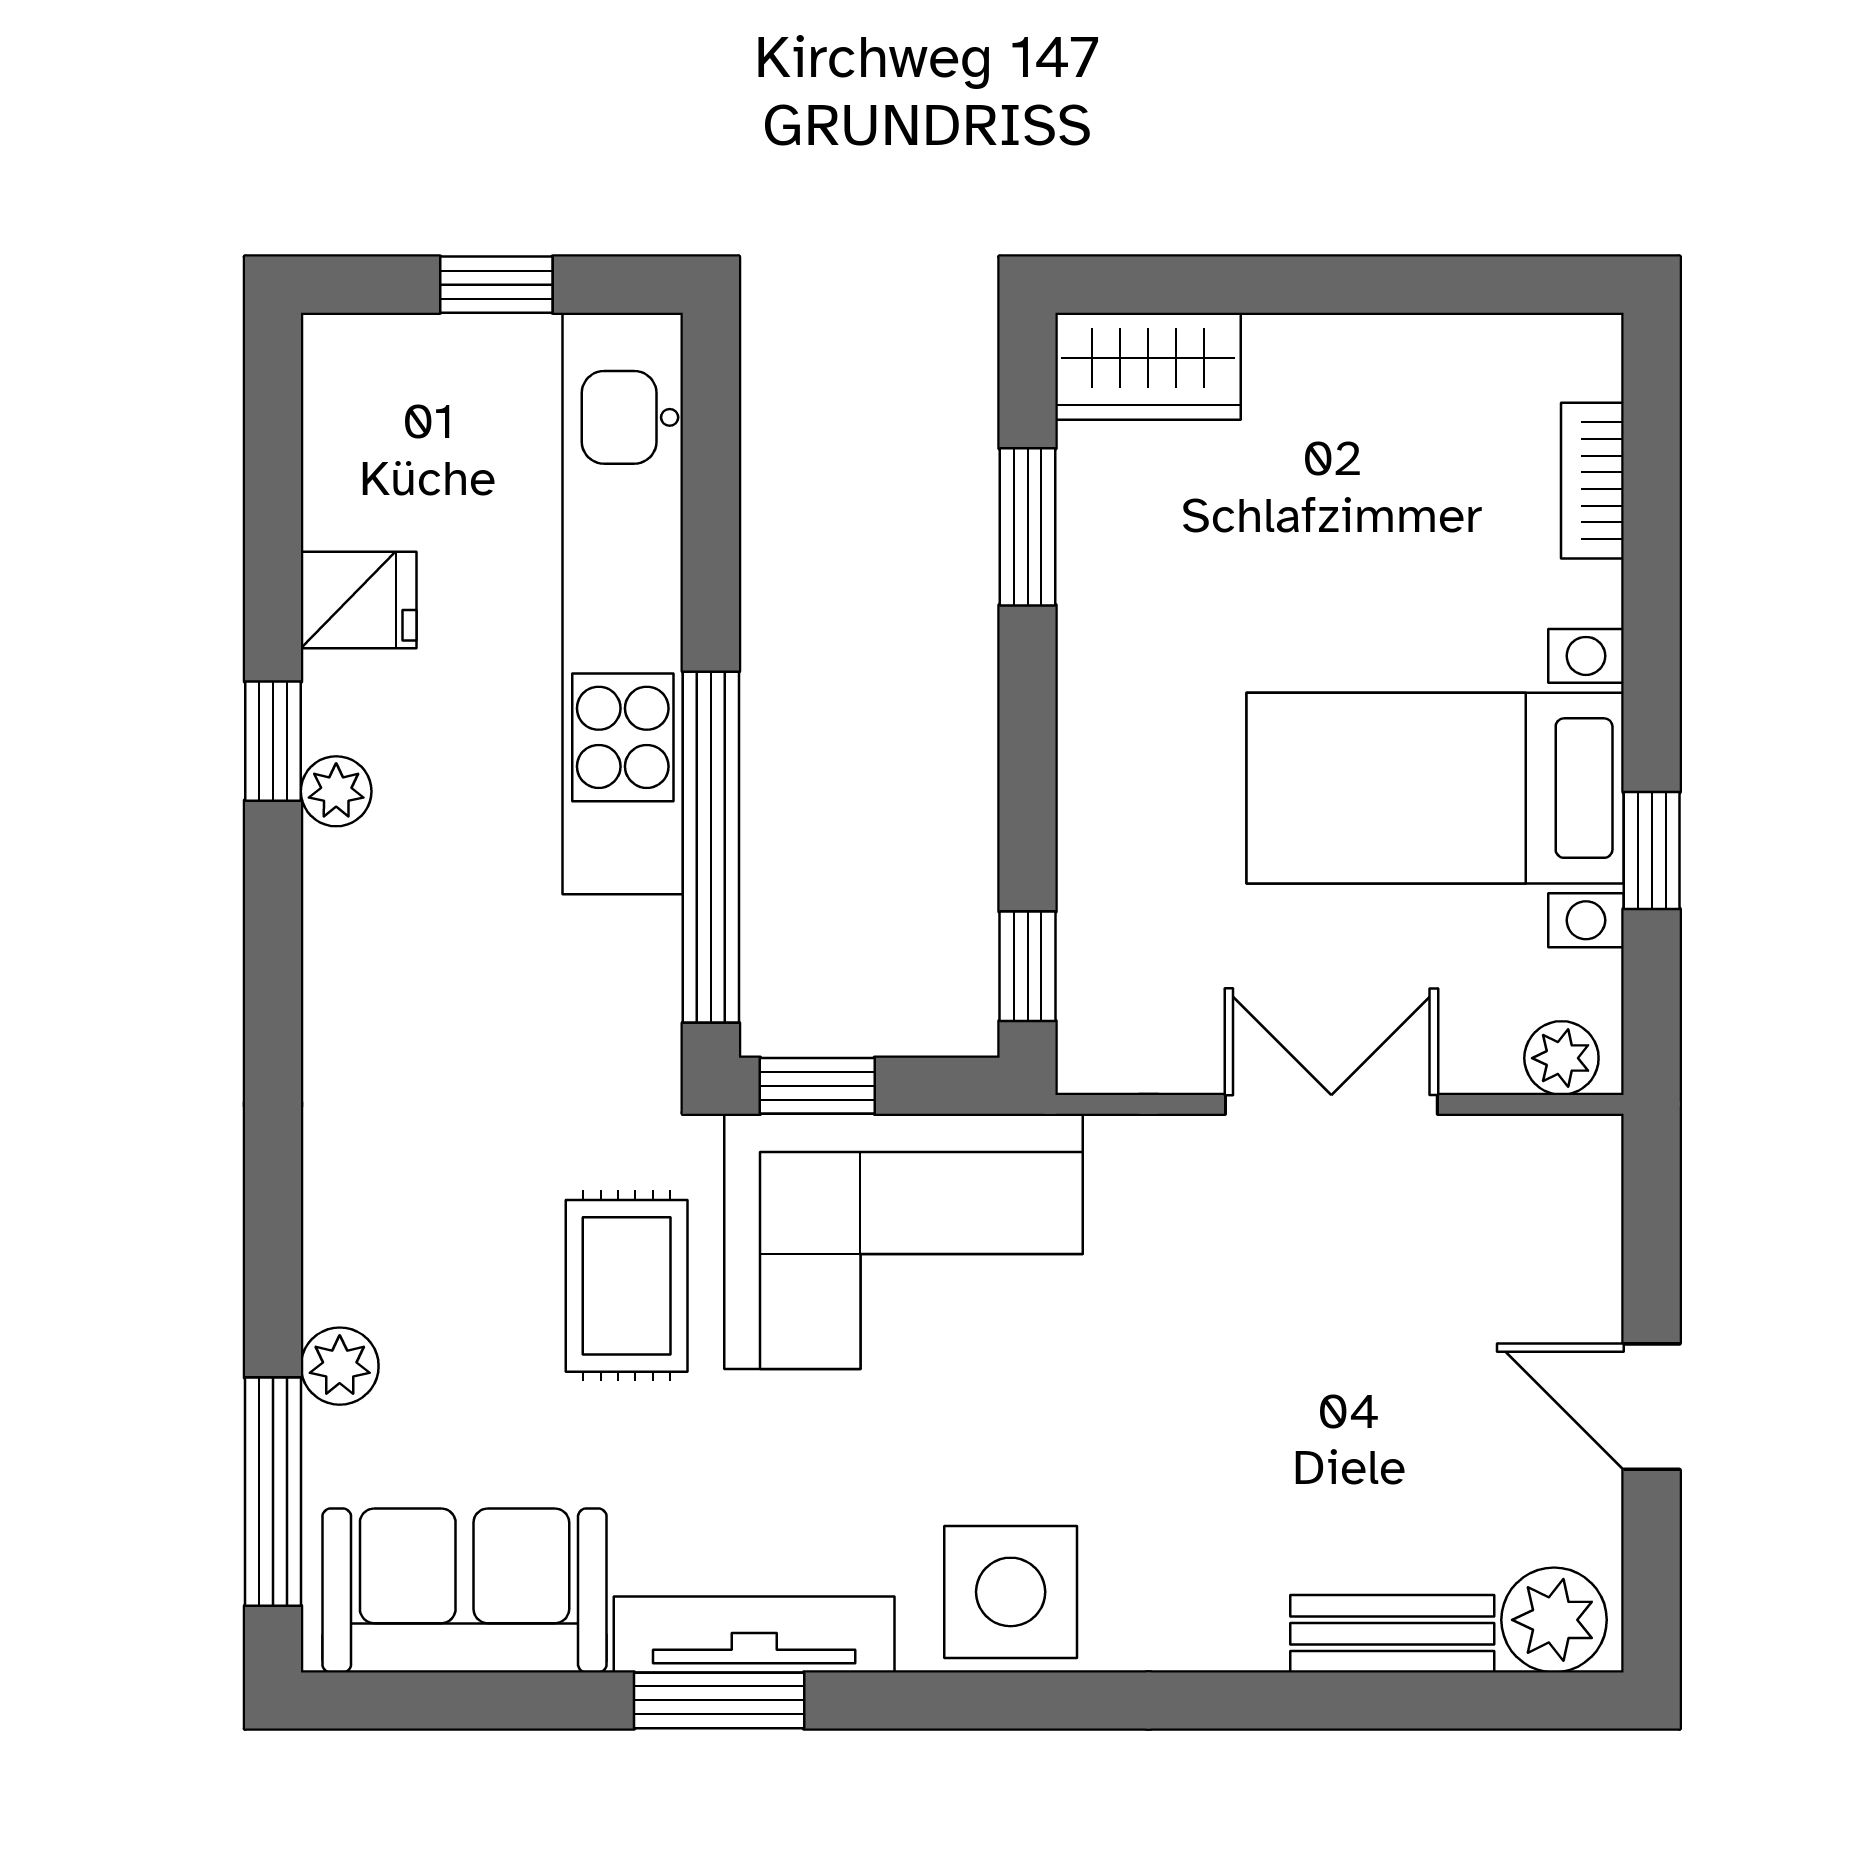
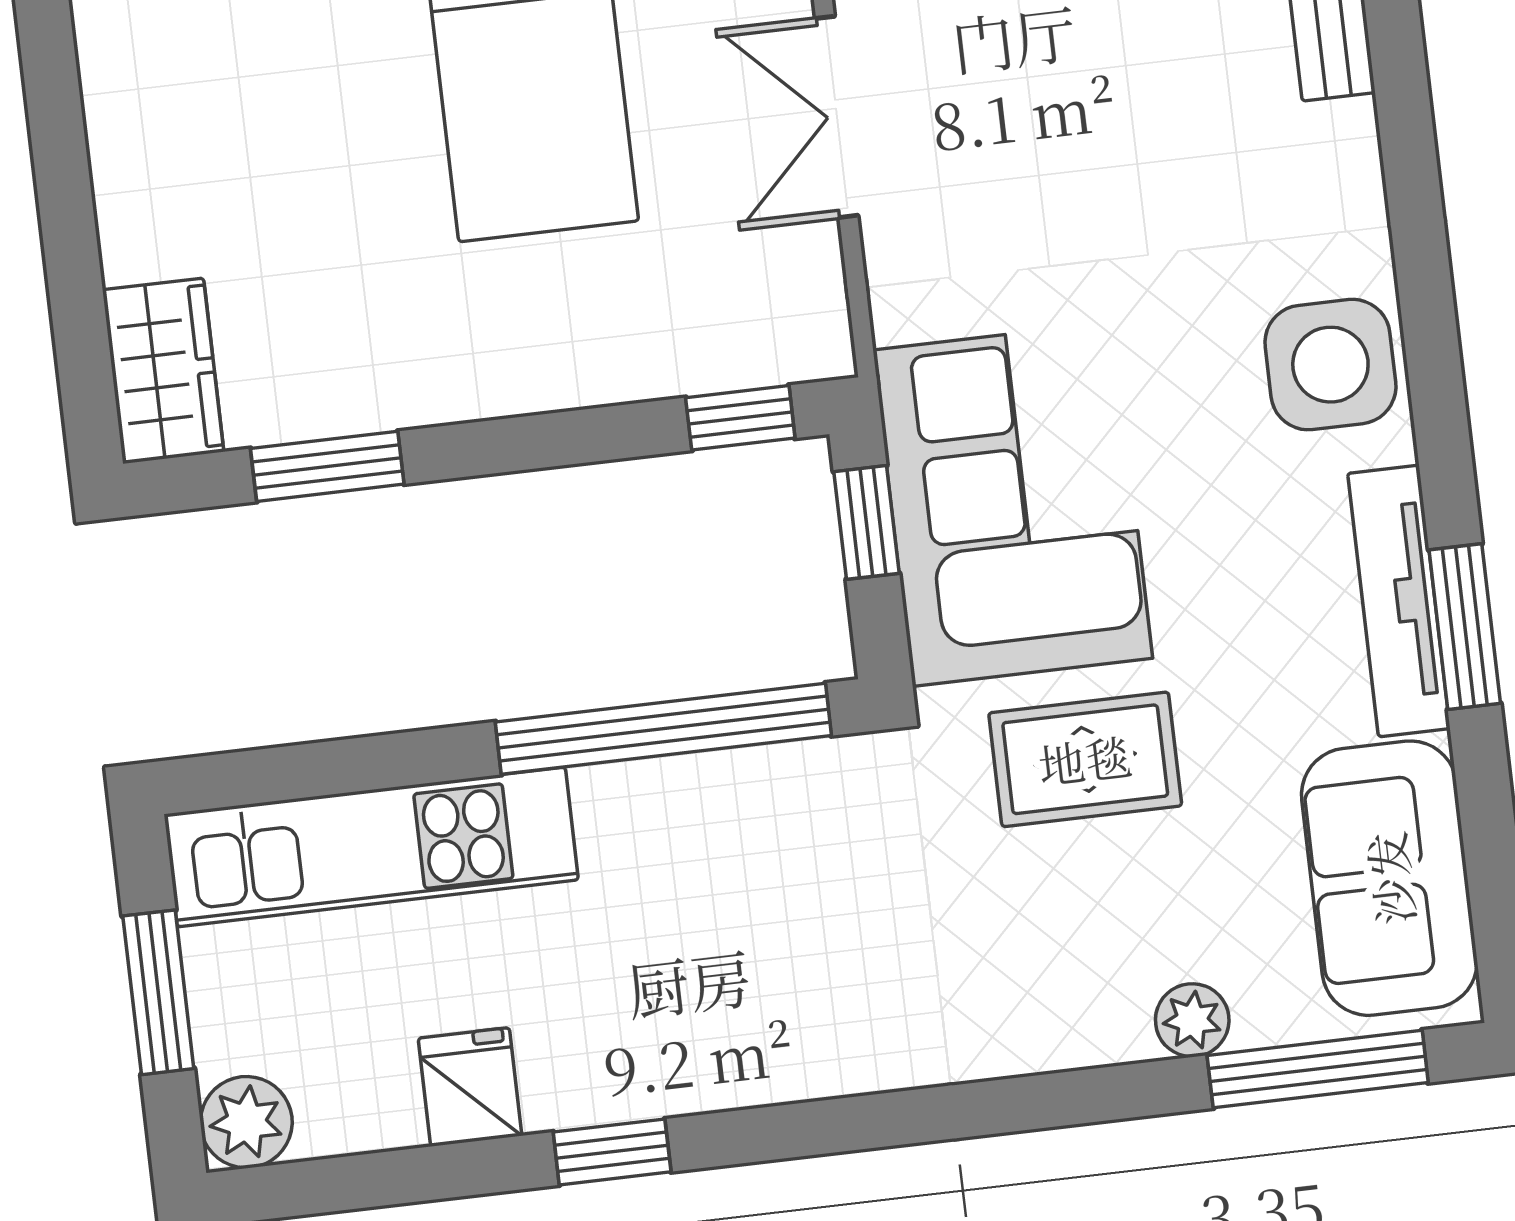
window: (496, 285) -> (158, 992), width x1.50
kitchen unit: (623, 604) -> (371, 847), width x0.73
plant: (336, 791) -> (246, 1122), moved, width x1.38, depth x1.38
window: (817, 1086) -> (867, 522), moved

